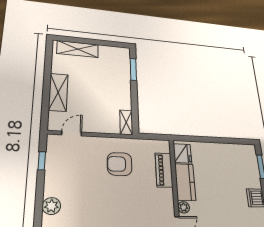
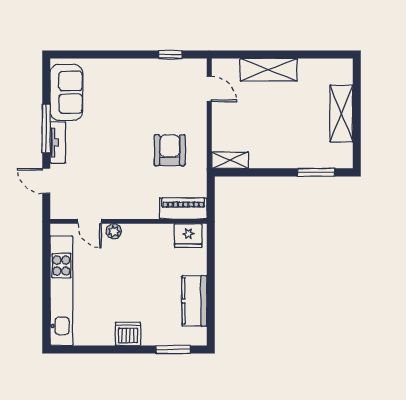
shelving: (78, 49) -> (341, 114), moved
piano: (164, 170) -> (183, 209), moved
kitchen counter: (185, 182) -> (194, 301), moved, turned 90
plant: (51, 206) -> (114, 69), removed

